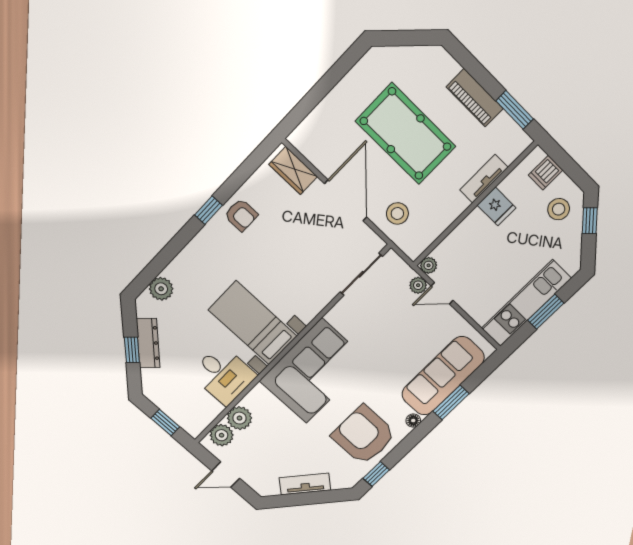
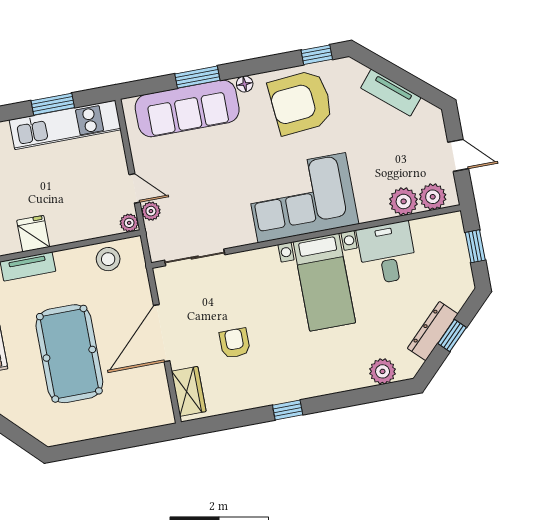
stool: (397, 214) -> (108, 259), moved
armchair: (241, 215) -> (235, 343), moved
armchair: (364, 435) -> (301, 102), turned 85

